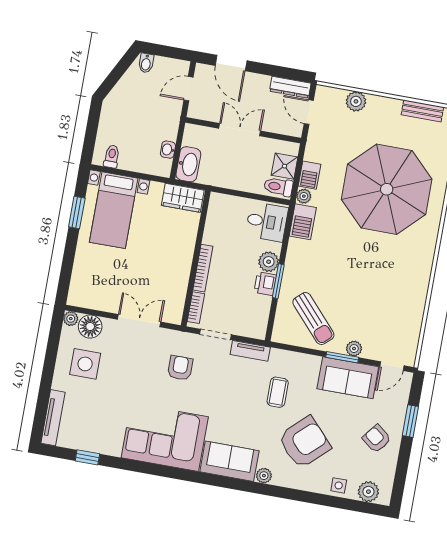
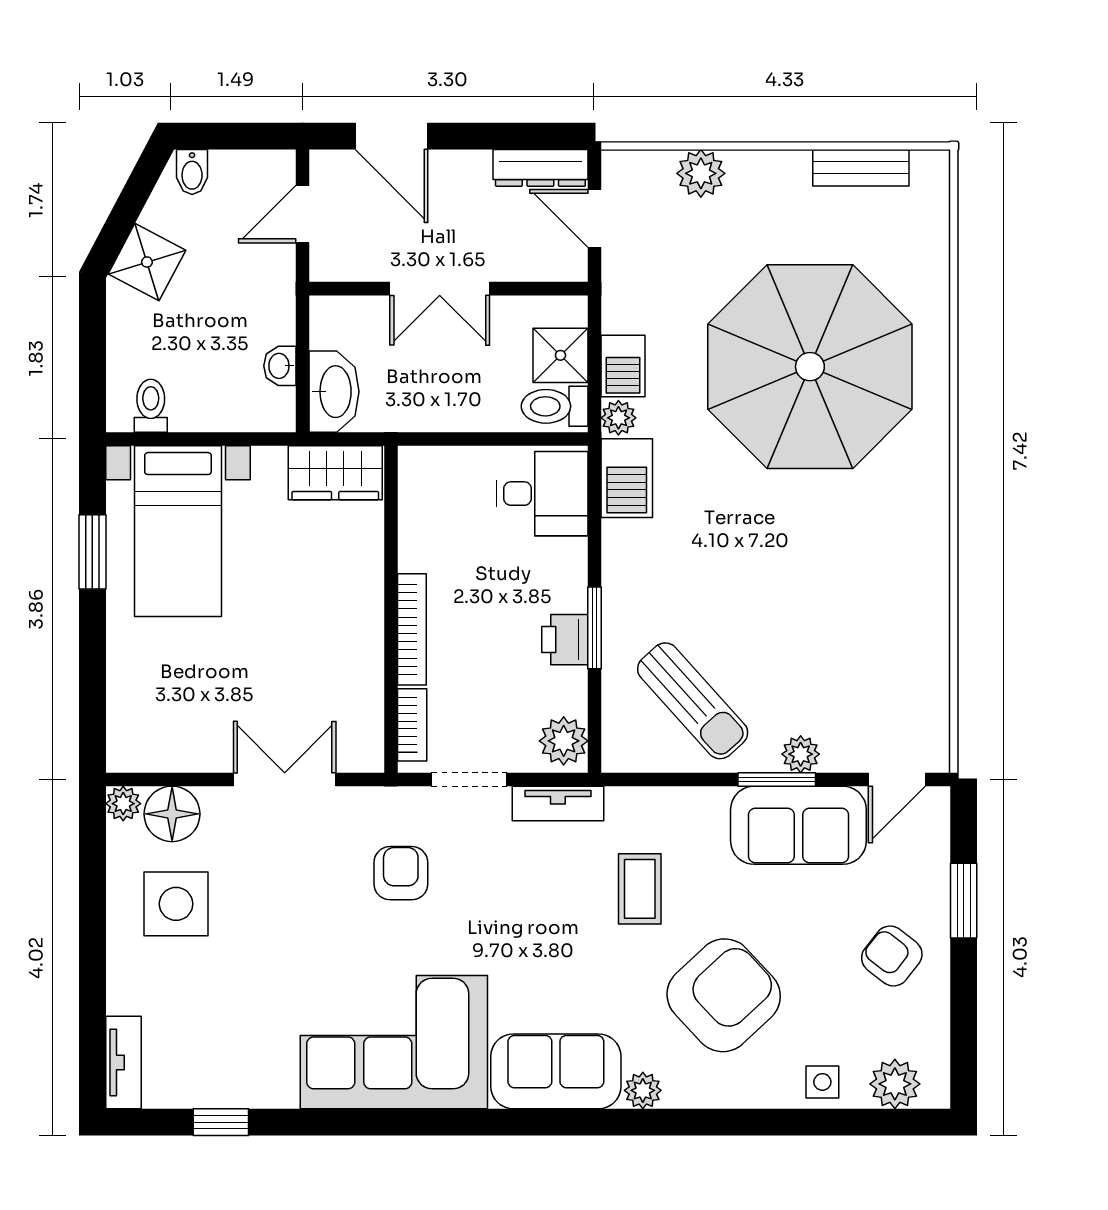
shower: (121, 97) -> (147, 262), added
double door: (240, 130) -> (440, 289), swing flipped
plant: (269, 262) -> (564, 741), moved
tv unit: (53, 418) -> (123, 1063), width x0.71

